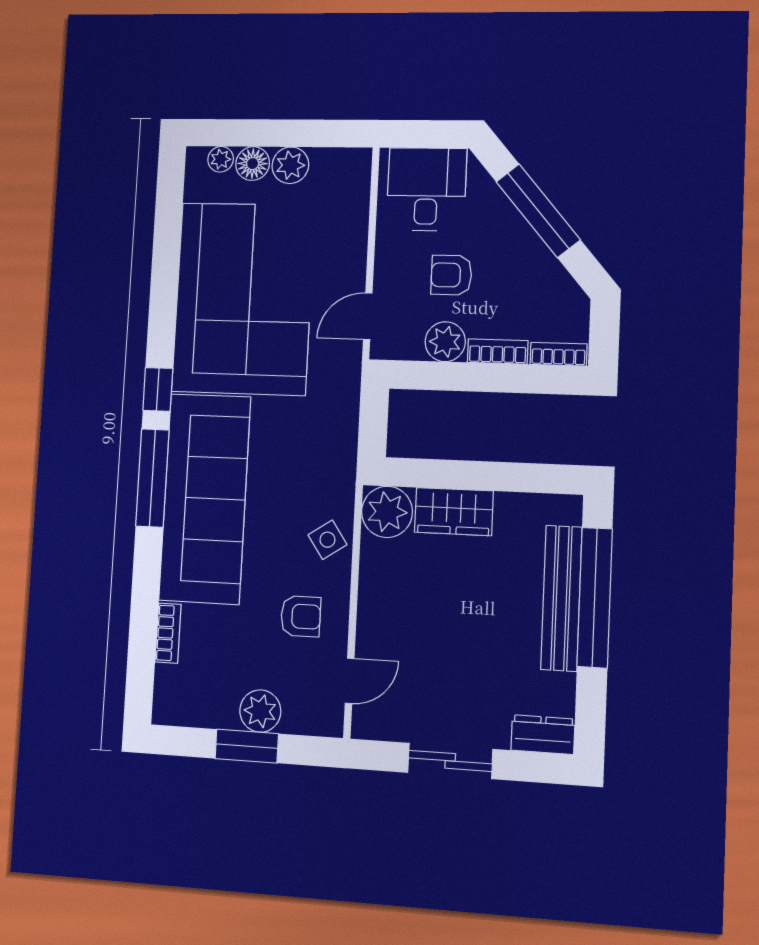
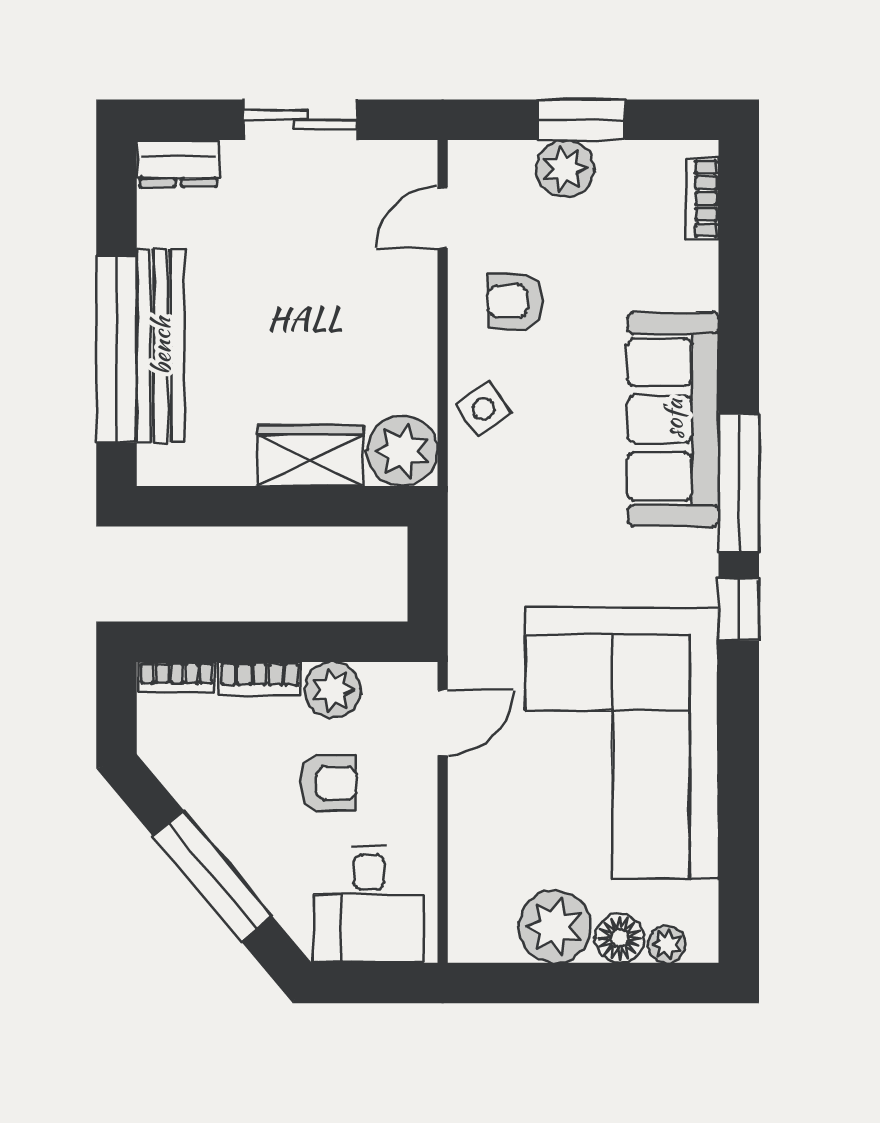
plant: (290, 165) -> (555, 927), width x1.36, depth x1.36
sofa: (205, 498) -> (673, 419), width x0.74, depth x0.79
bookcase: (168, 633) -> (702, 198), moved

